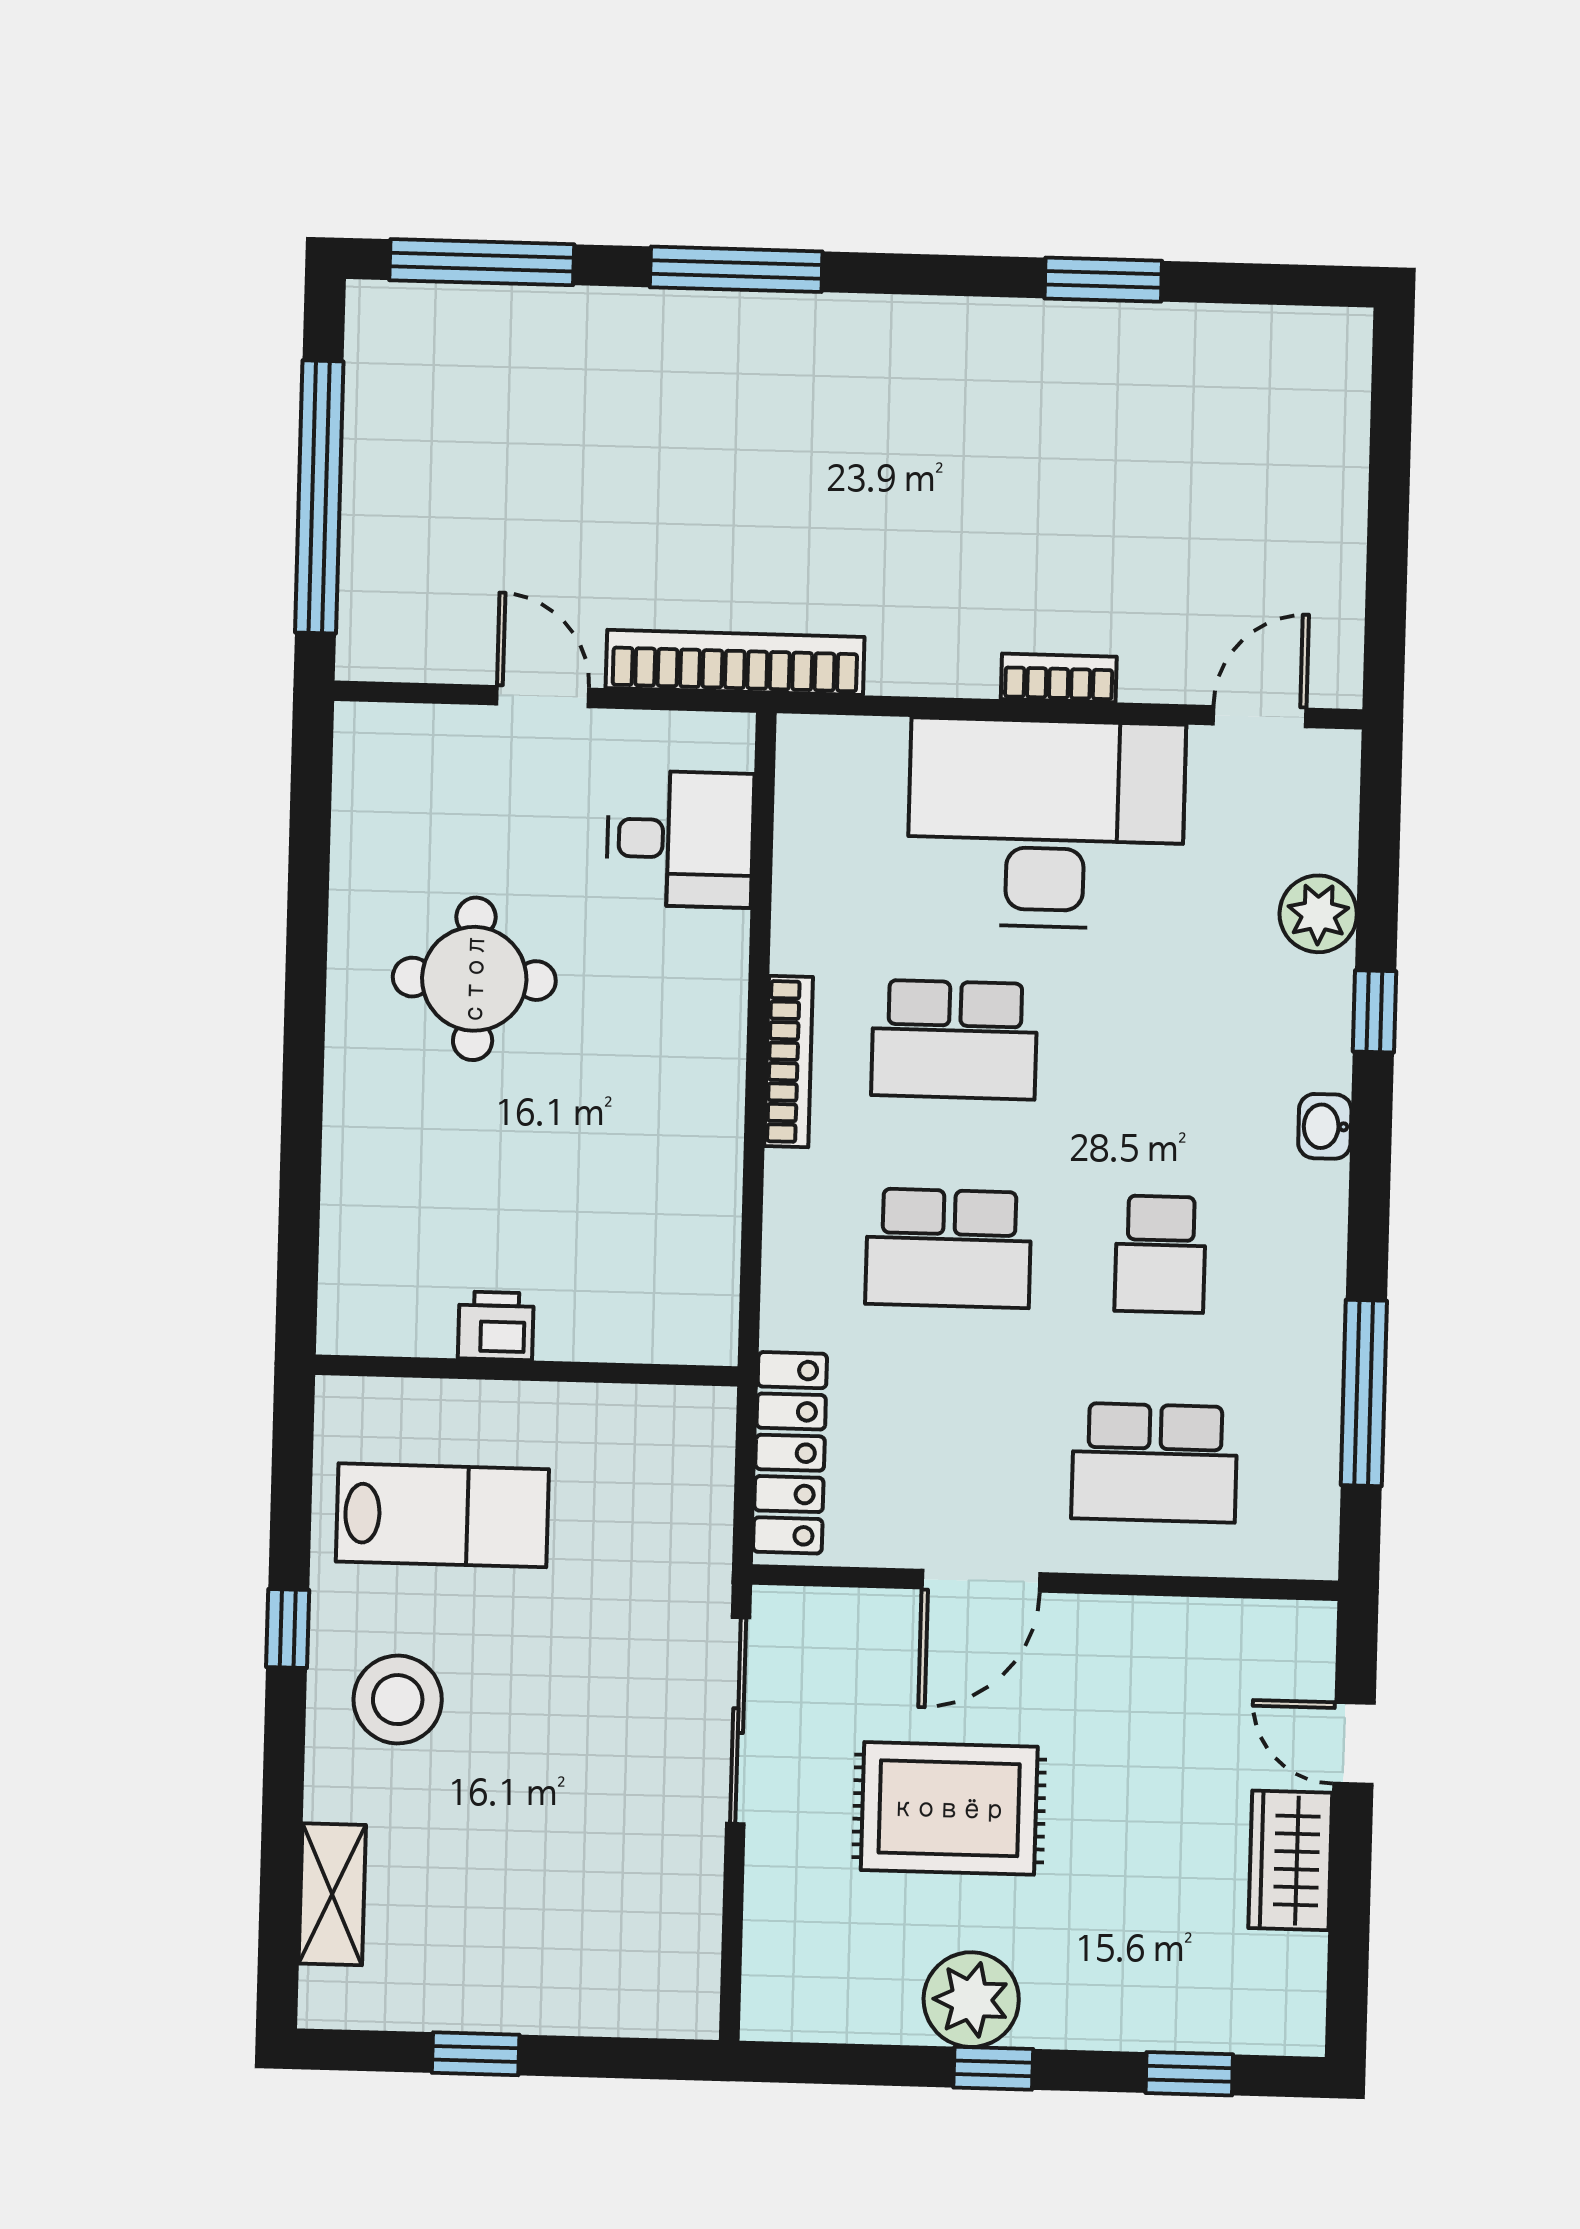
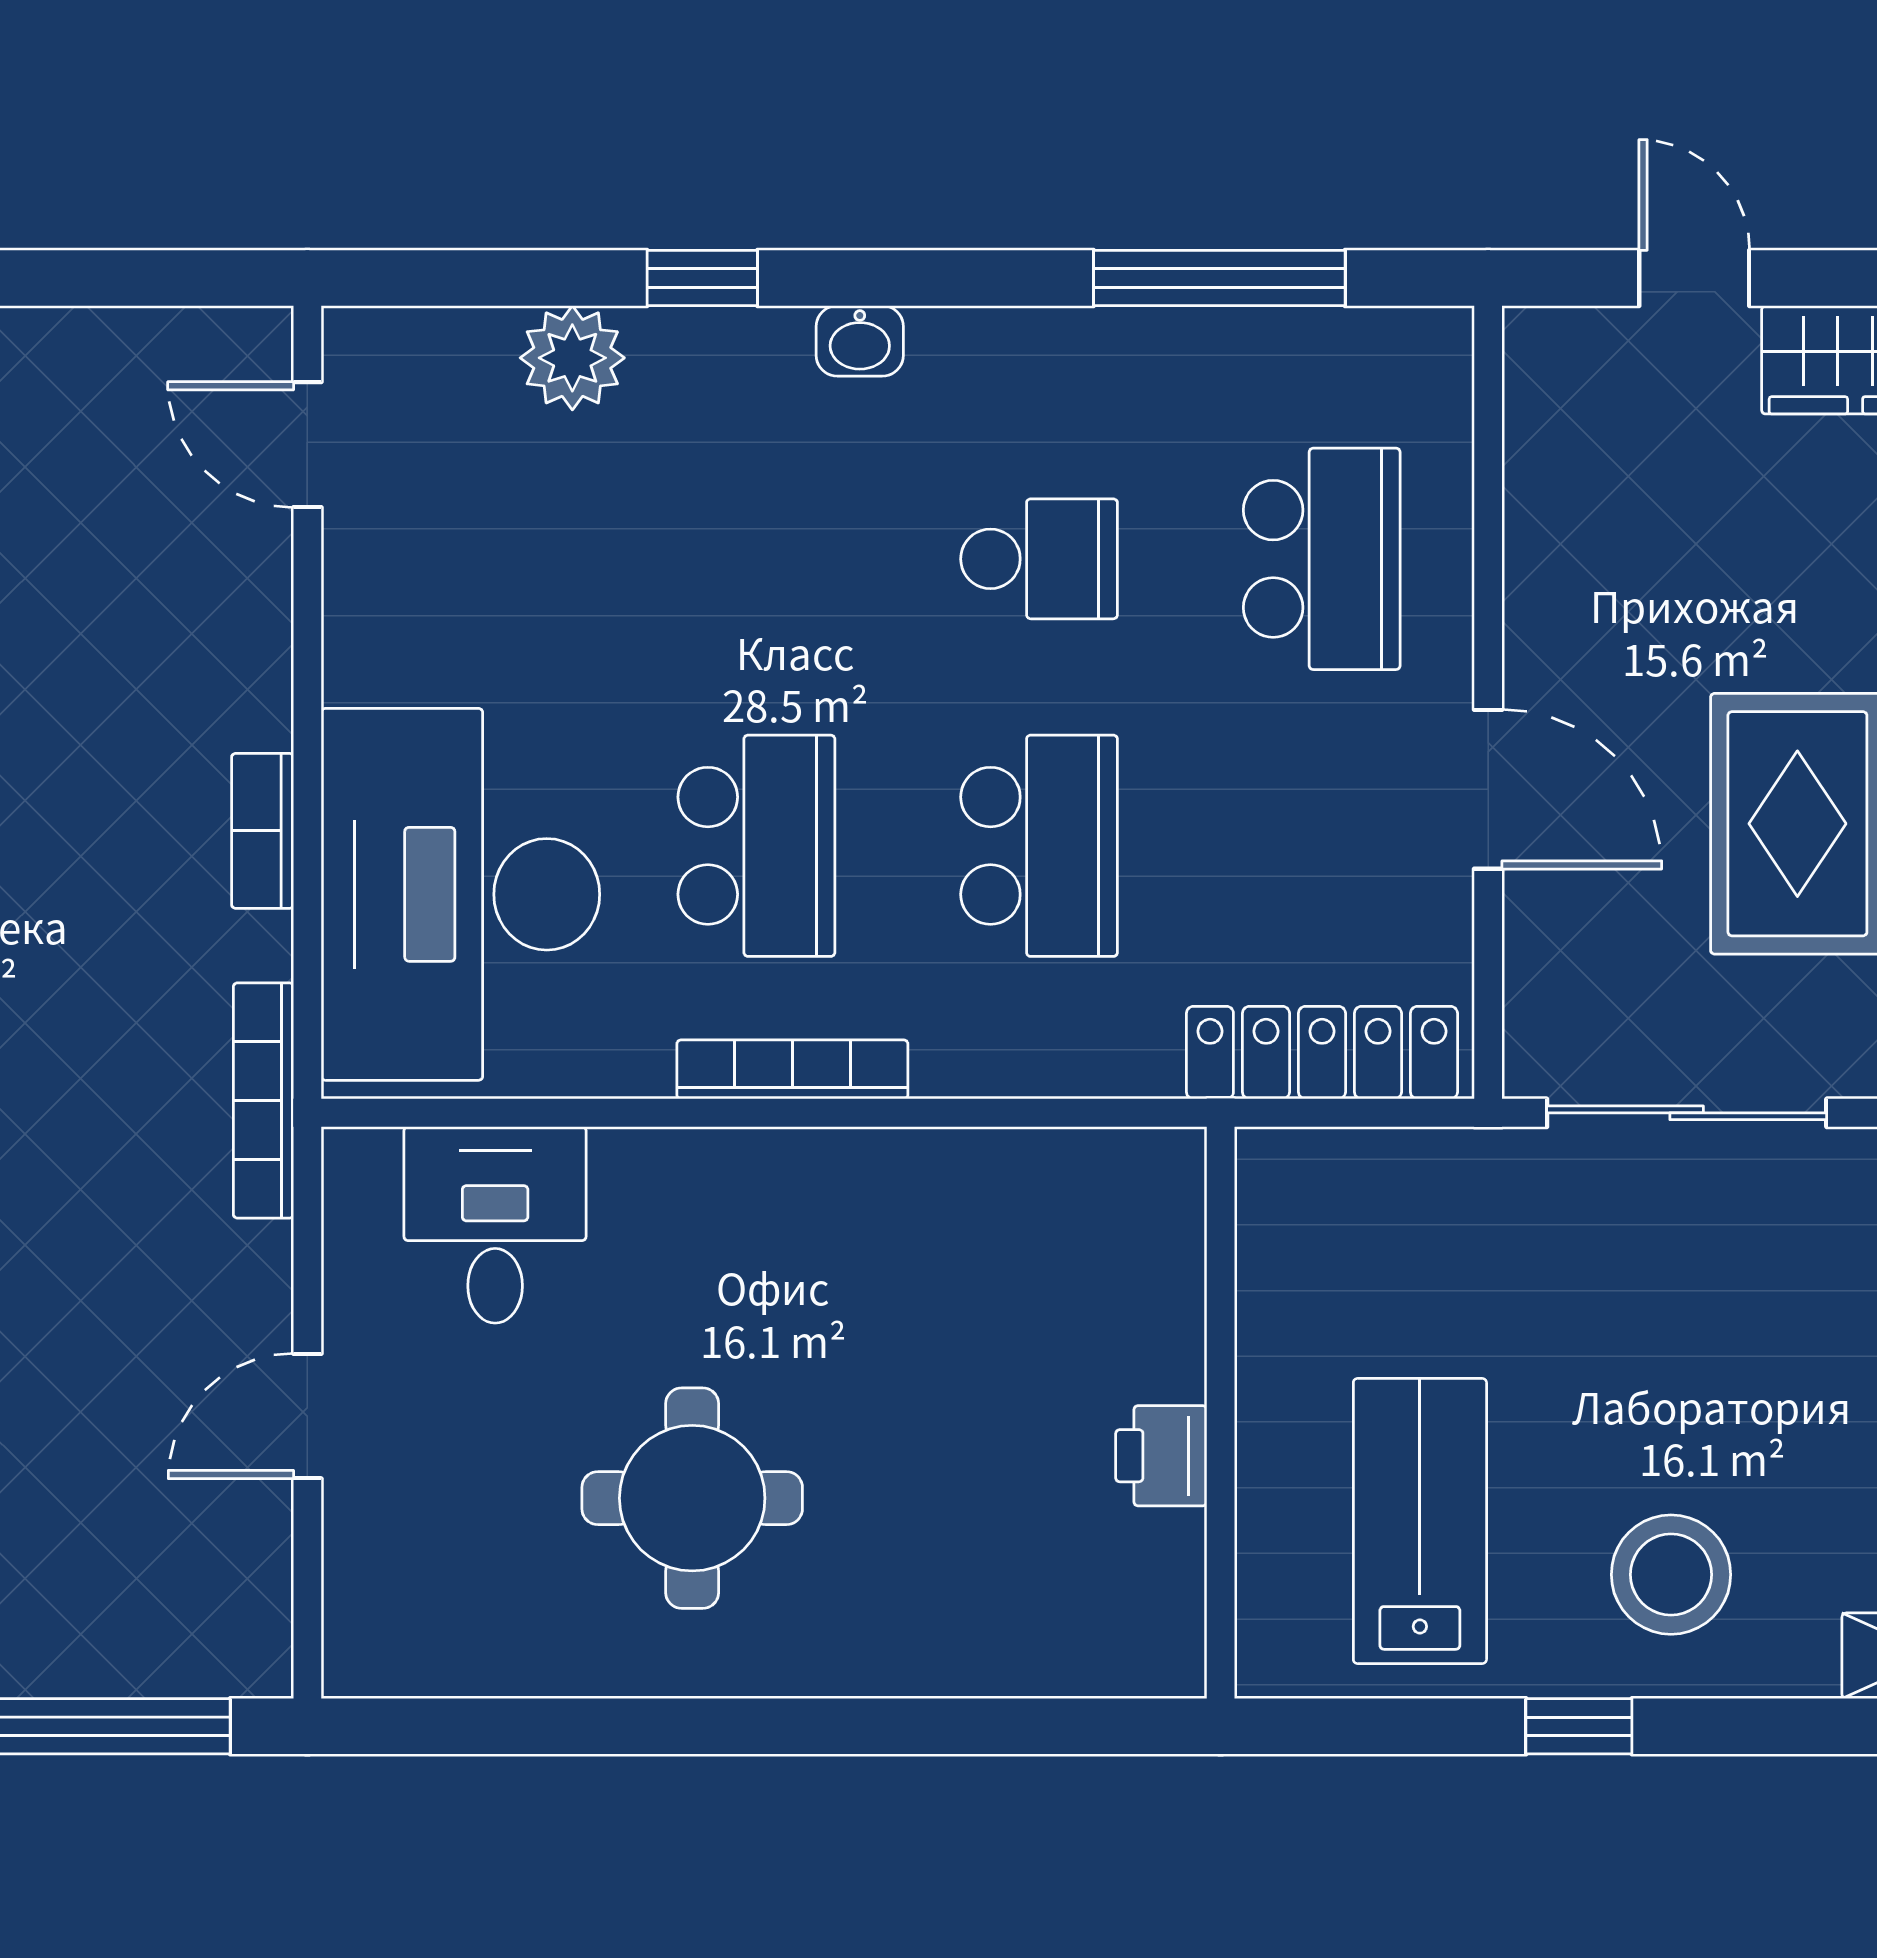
bookcase: (735, 662) -> (263, 1100), width x0.68, depth x0.76
bookcase: (1059, 678) -> (263, 831), moved
desk: (1046, 824) -> (460, 894), moved
door: (1354, 1743) -> (1694, 278), swing flipped

